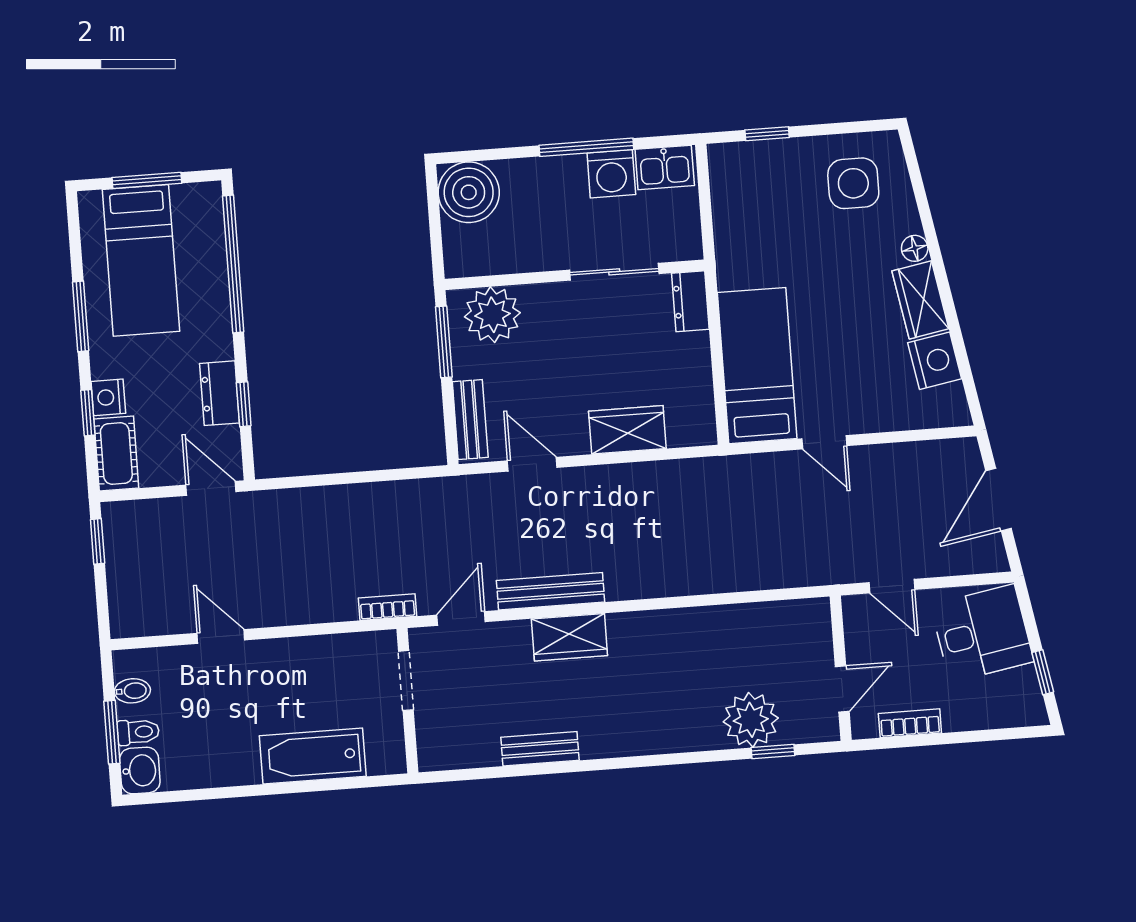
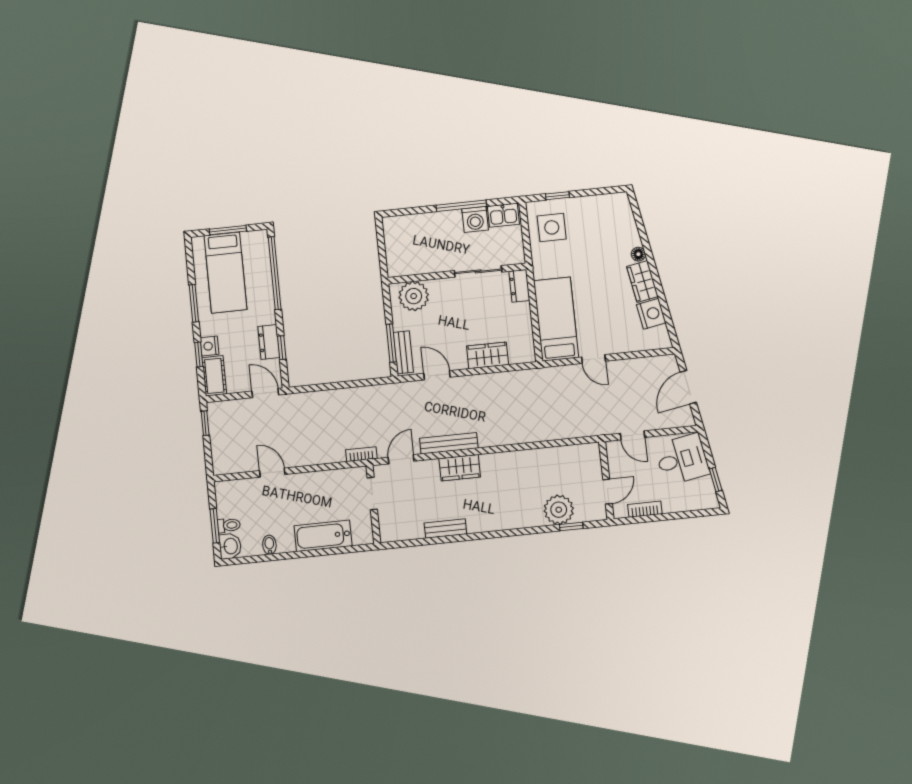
side table: (853, 183) -> (552, 227), moved
boiler: (469, 192) -> (399, 231), removed
window: (444, 342) -> (391, 343), moved
bidet: (132, 691) -> (269, 545), moved, turned -90

